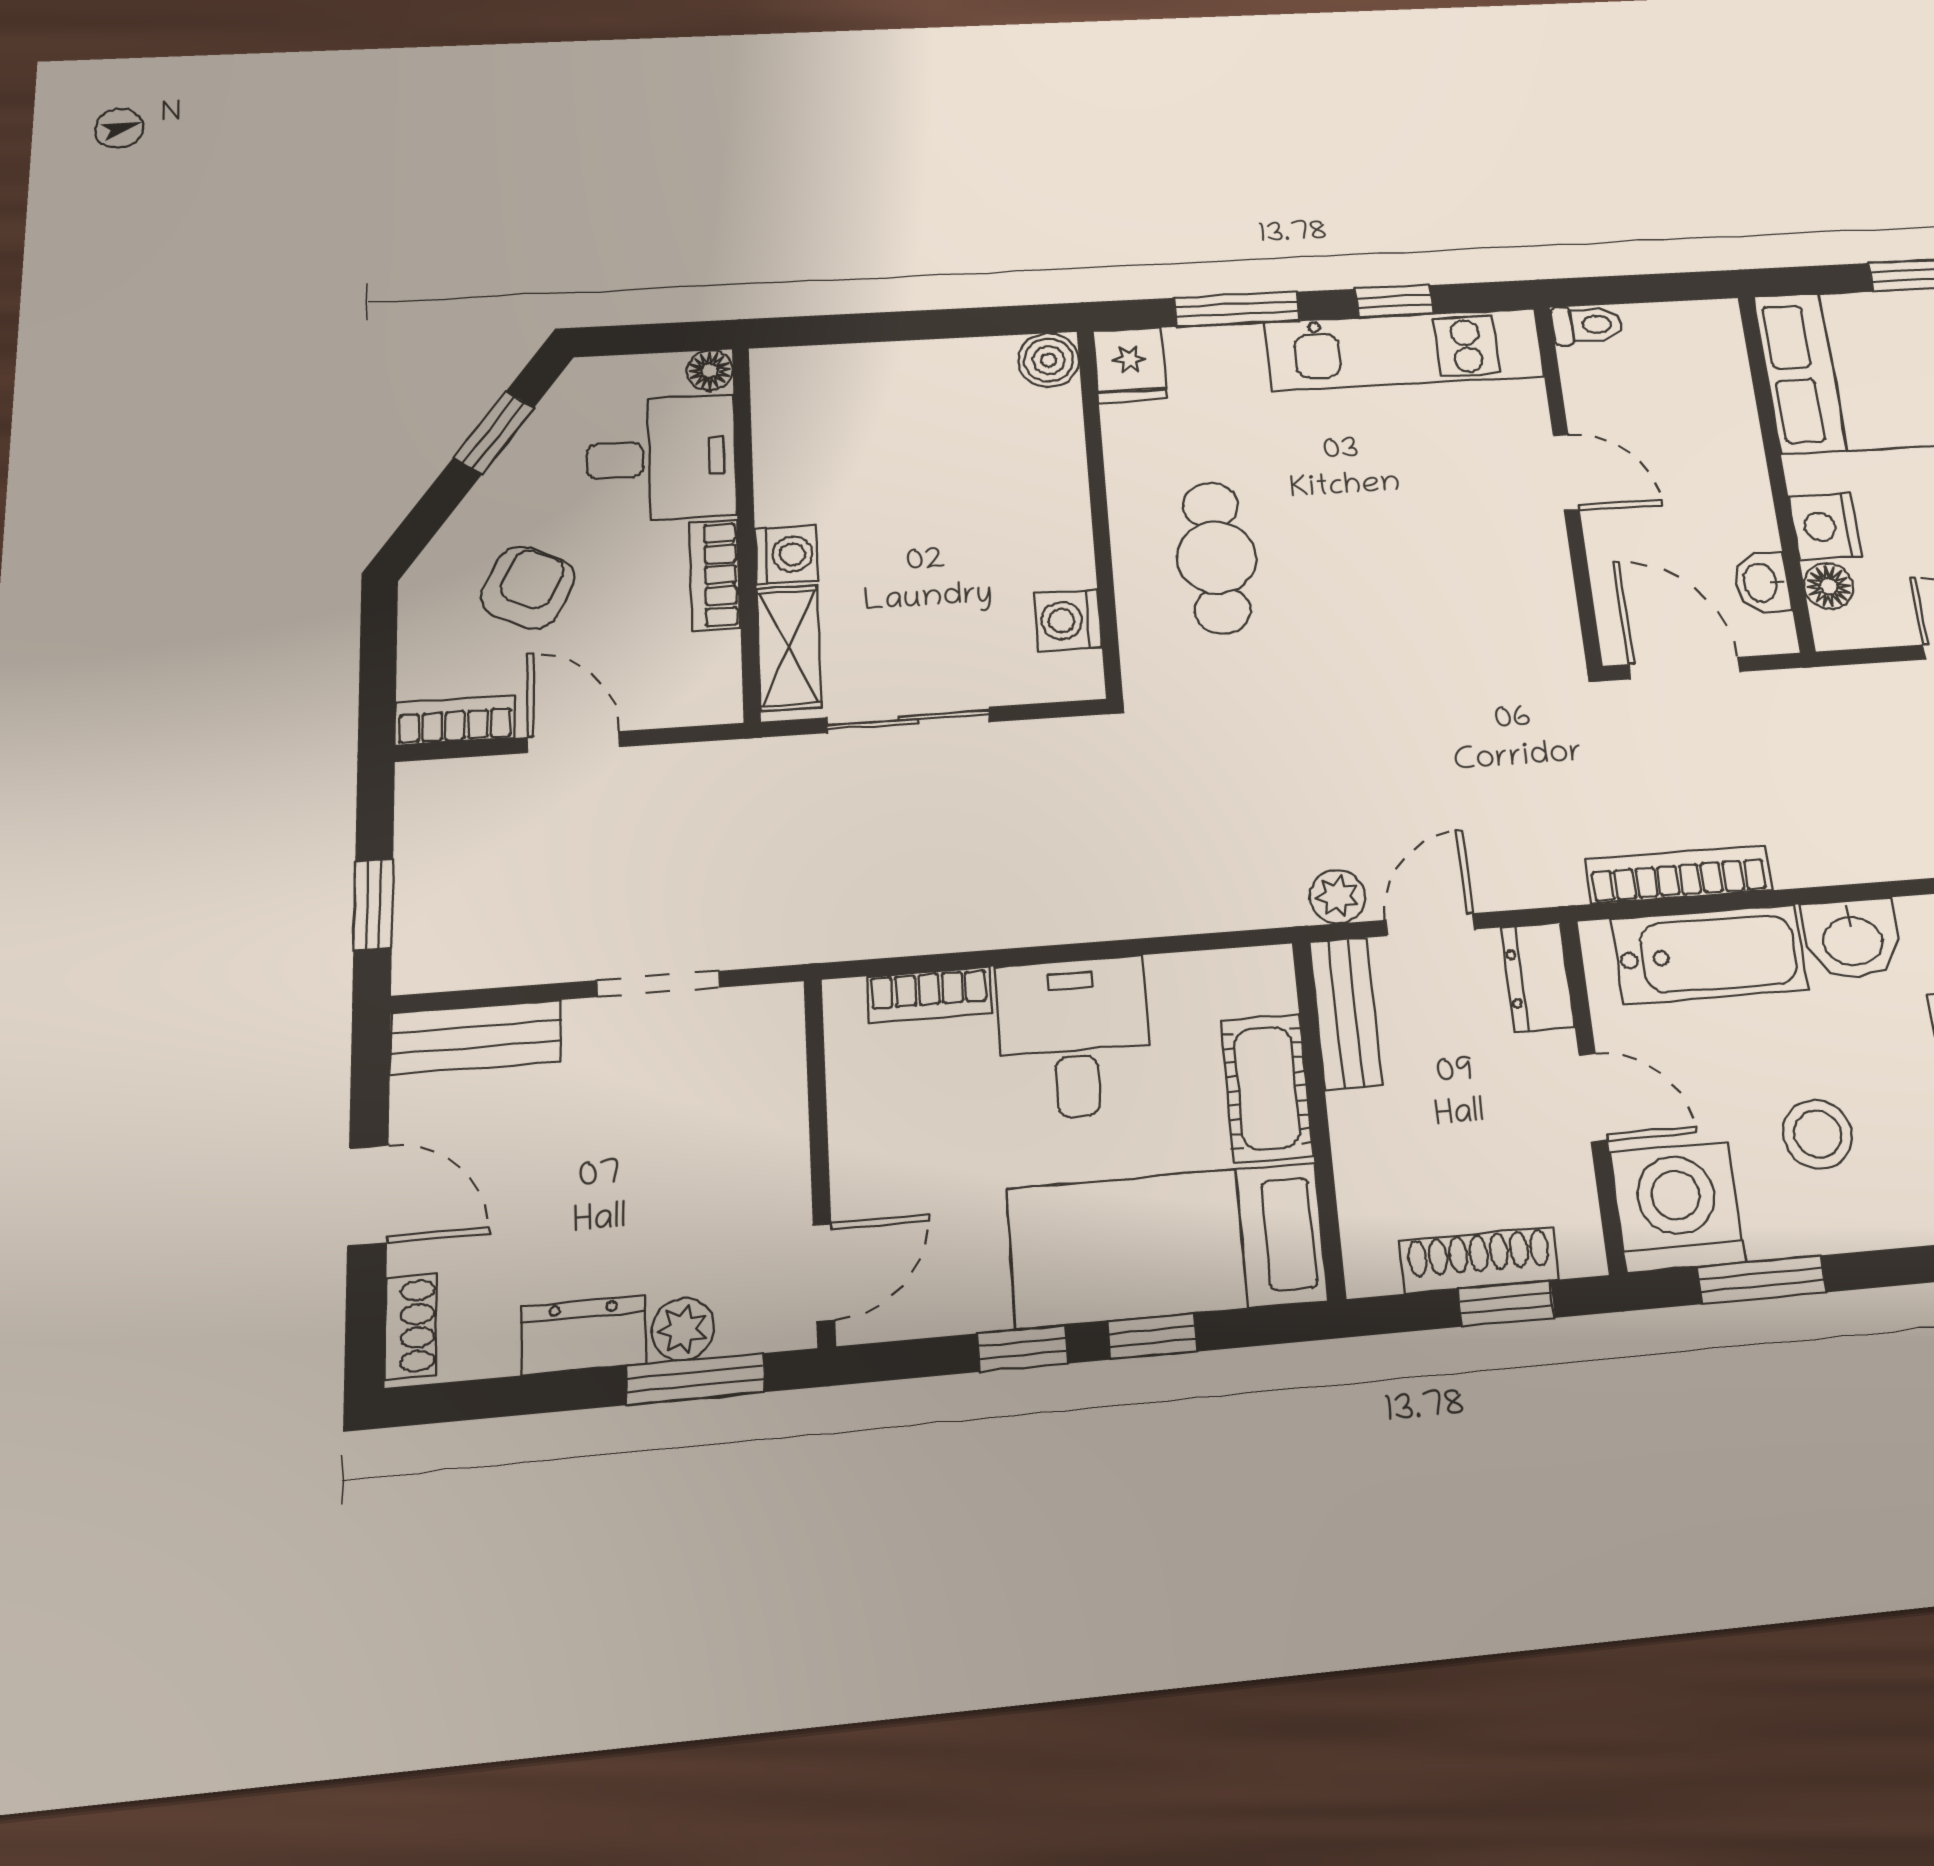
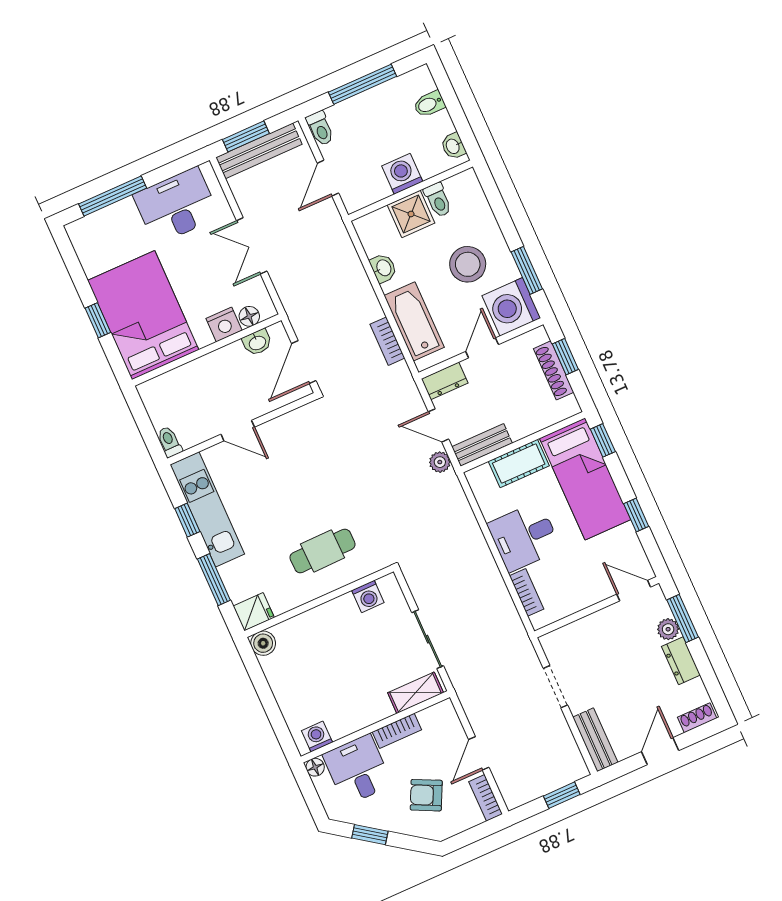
door: (1566, 472) -> (238, 431), swing flipped
washing machine: (786, 554) -> (317, 736), moved
bookcase: (1678, 875) -> (387, 341), width x0.64
washbasin: (1852, 939) -> (383, 268), width x0.72, depth x0.69
stool: (1818, 1134) -> (468, 264), width x1.38, depth x1.38
window: (1152, 1336) -> (603, 440), moved

